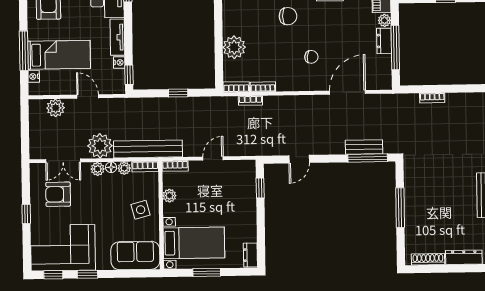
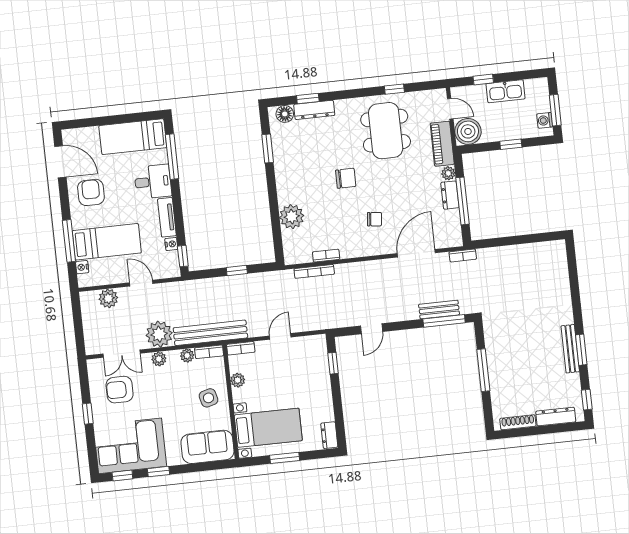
bookcase: (236, 87) -> (298, 258), removed
bookcase: (432, 98) -> (463, 256), moved
bookcase: (250, 101) -> (314, 271), width x1.56
floor lamp: (111, 167) -> (173, 356), removed

